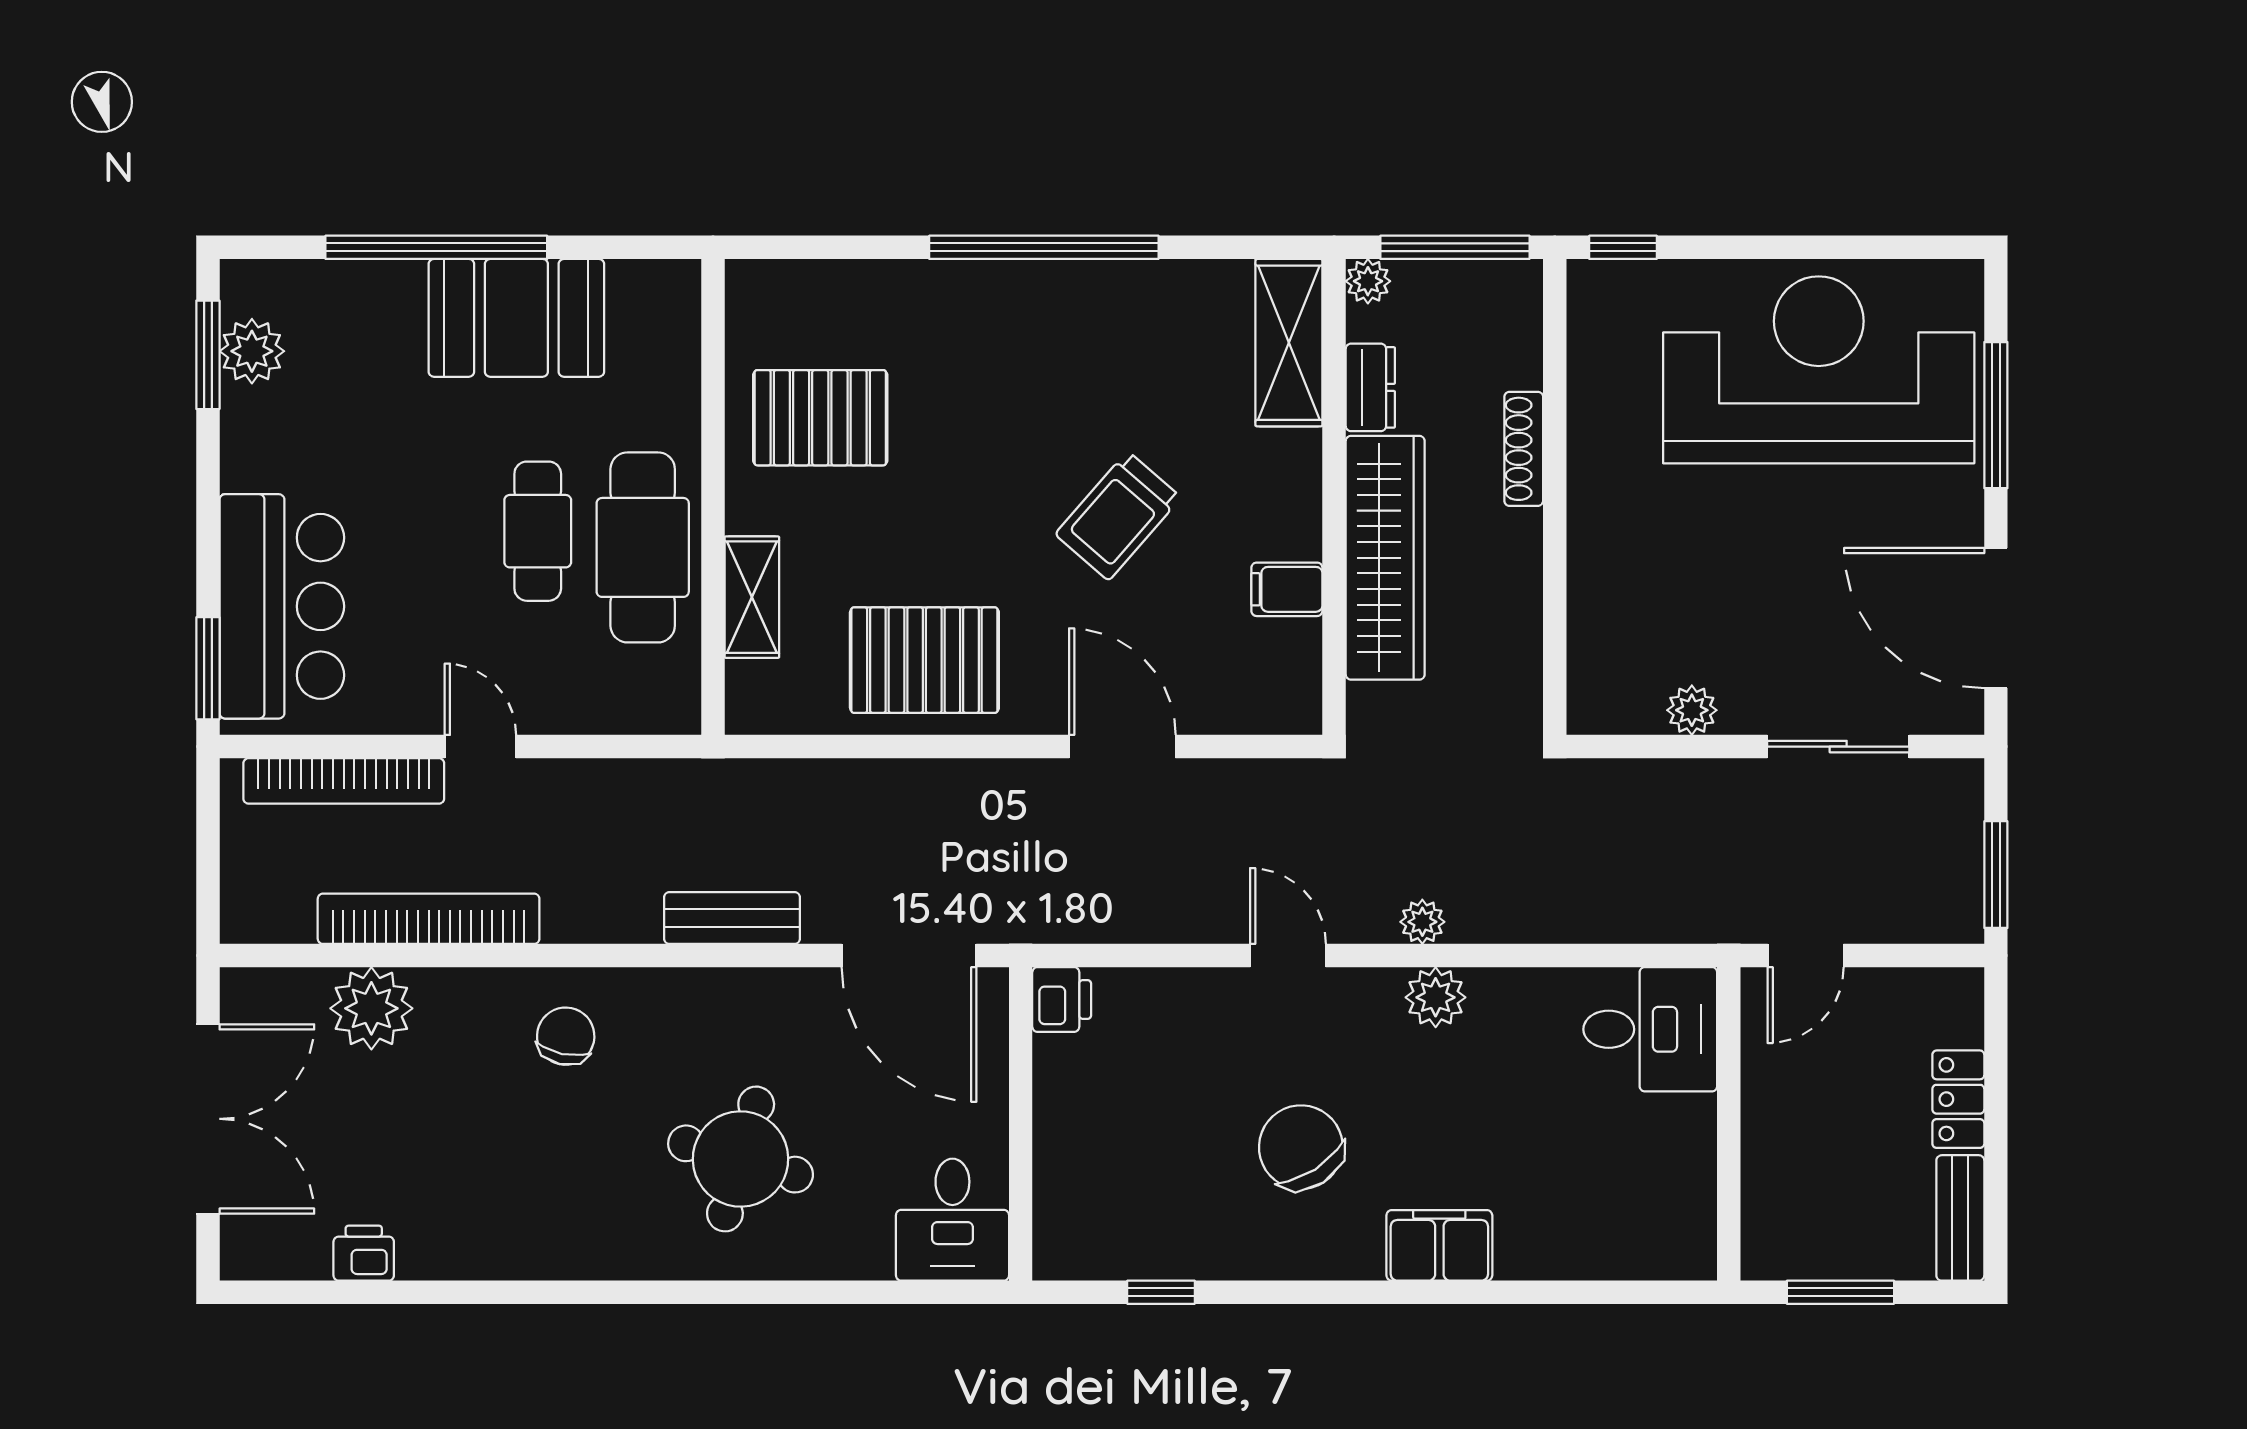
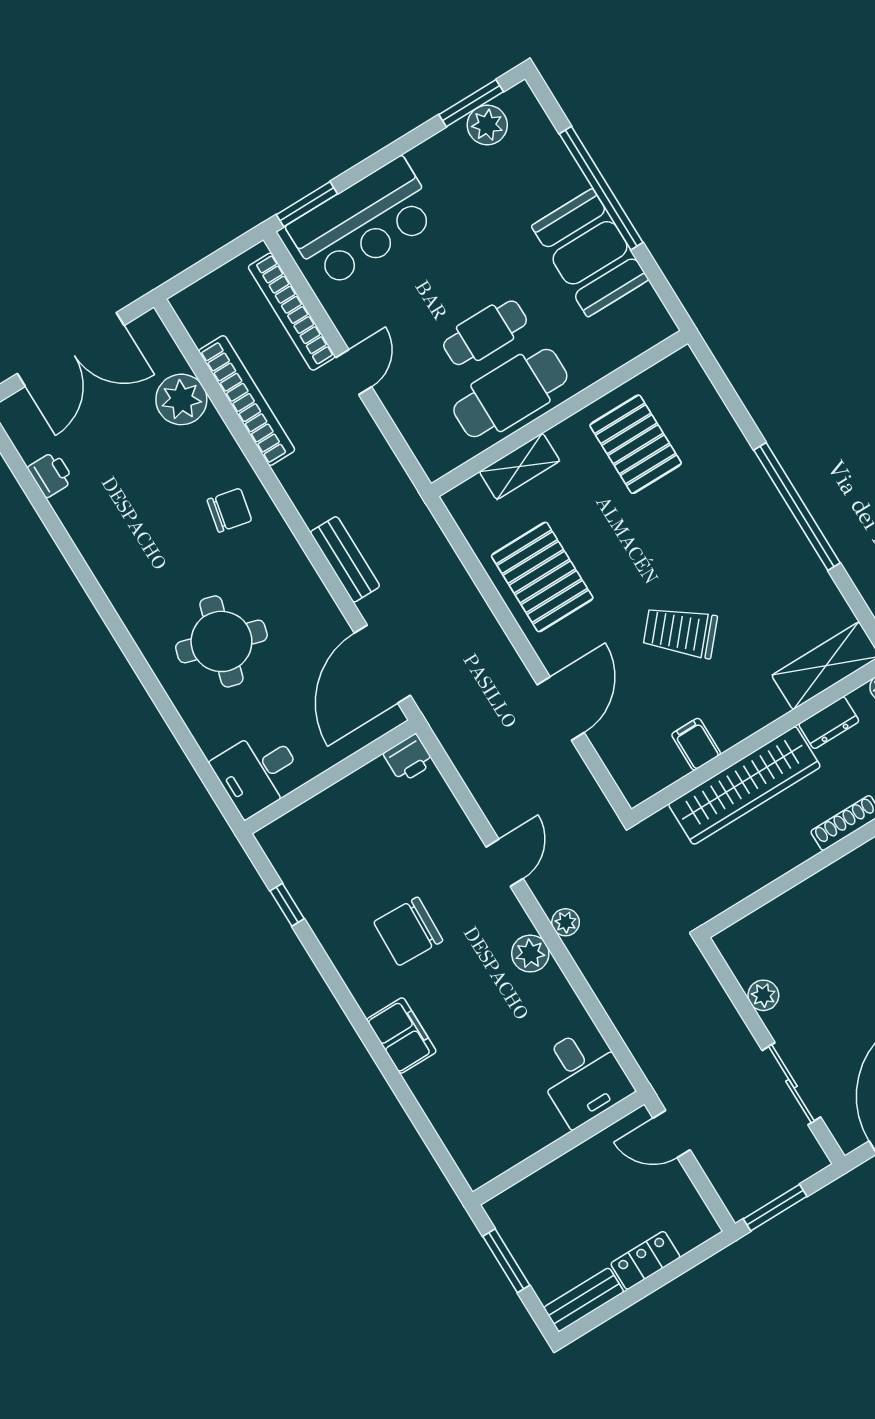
chair: (1301, 1147) -> (408, 931), turned -145

